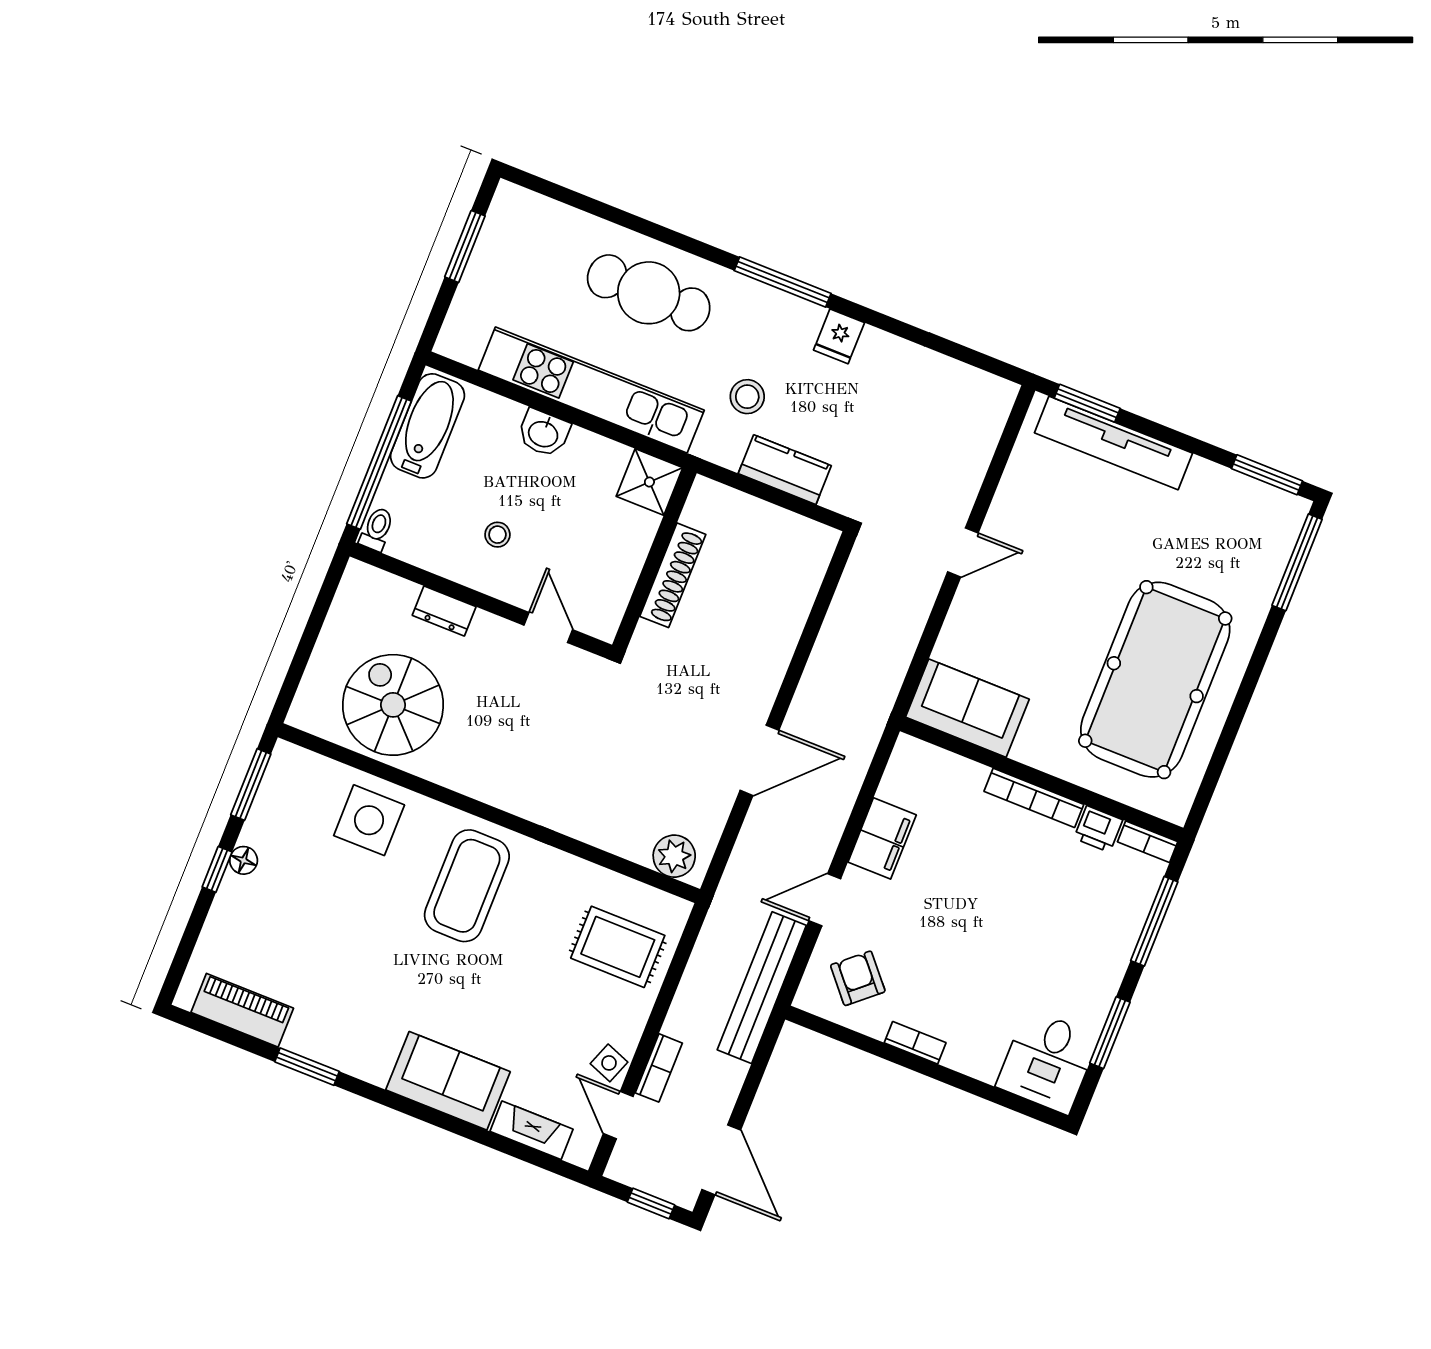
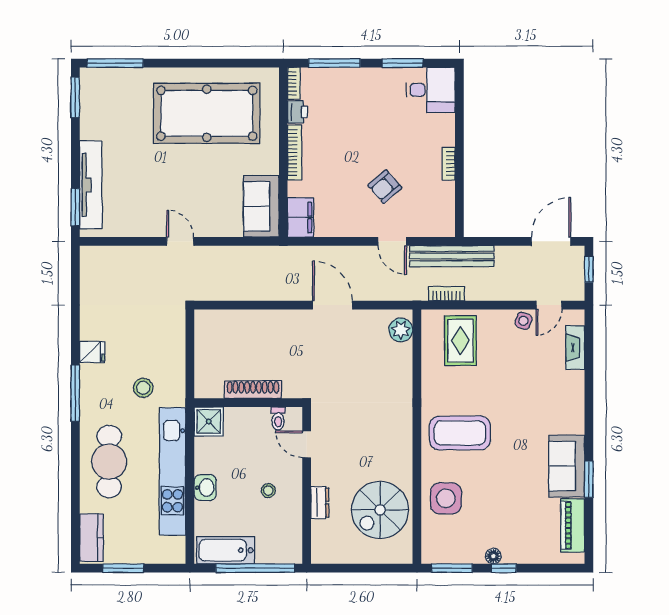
kitchen counter: (785, 470) -> (91, 538), moved, turned 180
toilet: (377, 529) -> (278, 418), moved, turned -90
door: (548, 627) -> (307, 444), hinge flipped
filing cabinet: (882, 838) -> (301, 217), moved, turned 90
armchair: (858, 978) -> (385, 187), moved
bookcase: (659, 1068) -> (446, 294), moved
sofa: (448, 1081) -> (567, 466), moved

